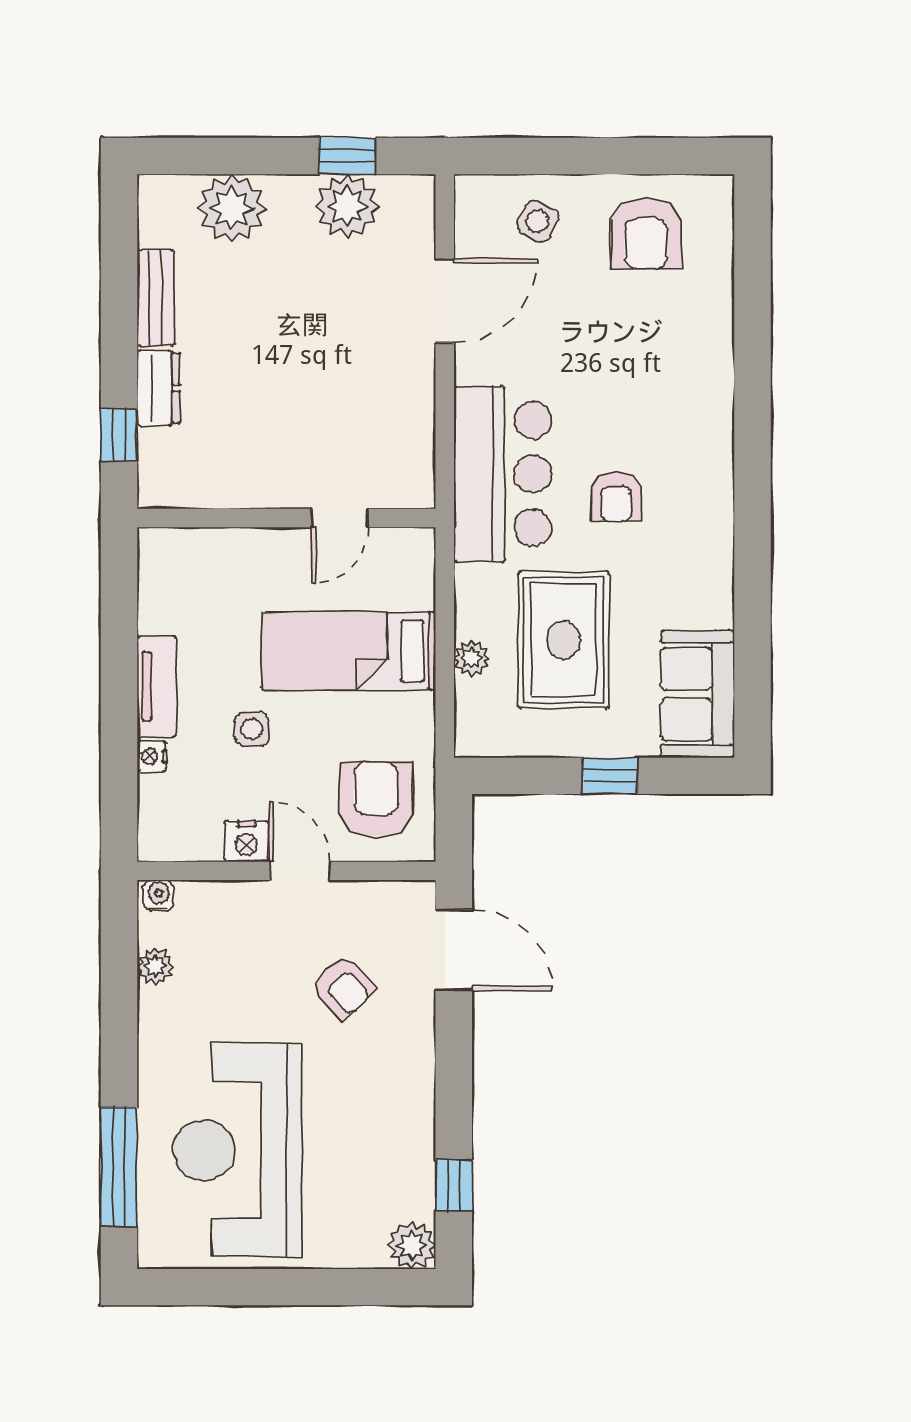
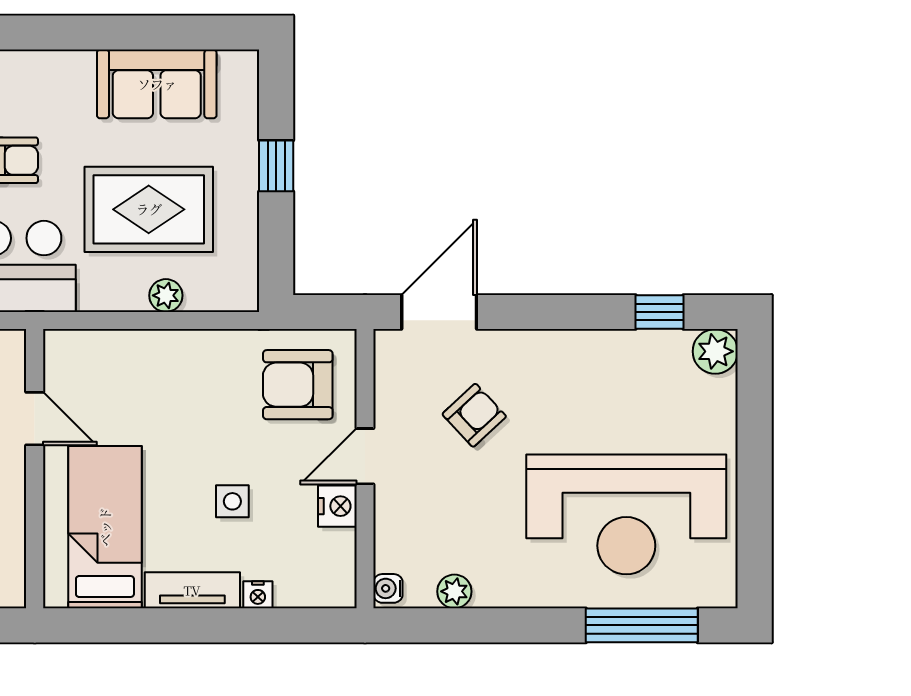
bed: (349, 651) -> (105, 527), moved, turned 180
sofa: (697, 694) -> (157, 84), moved

